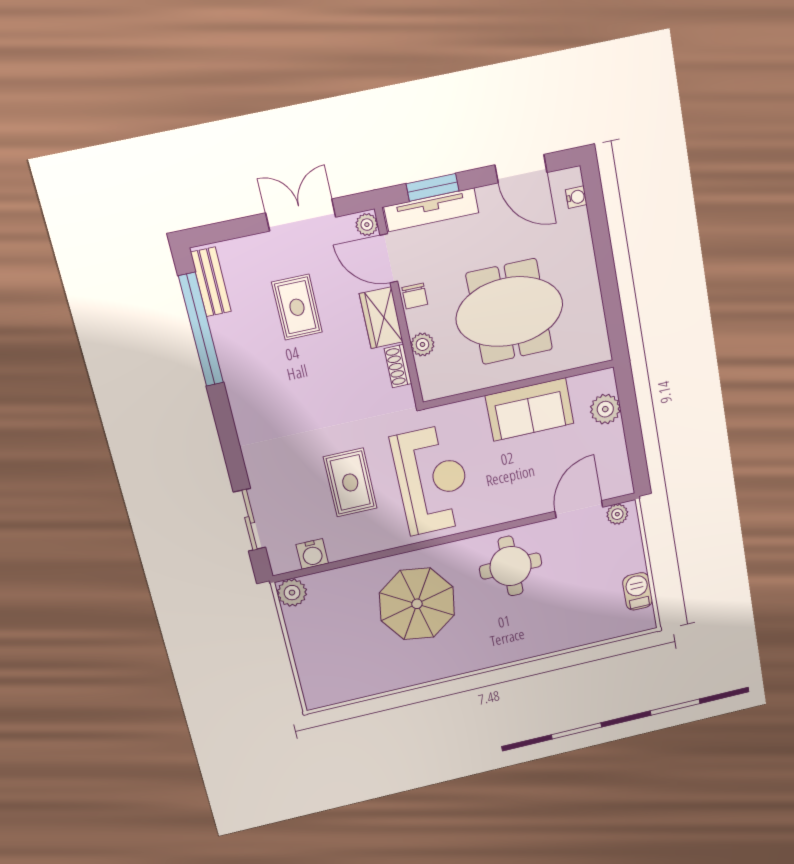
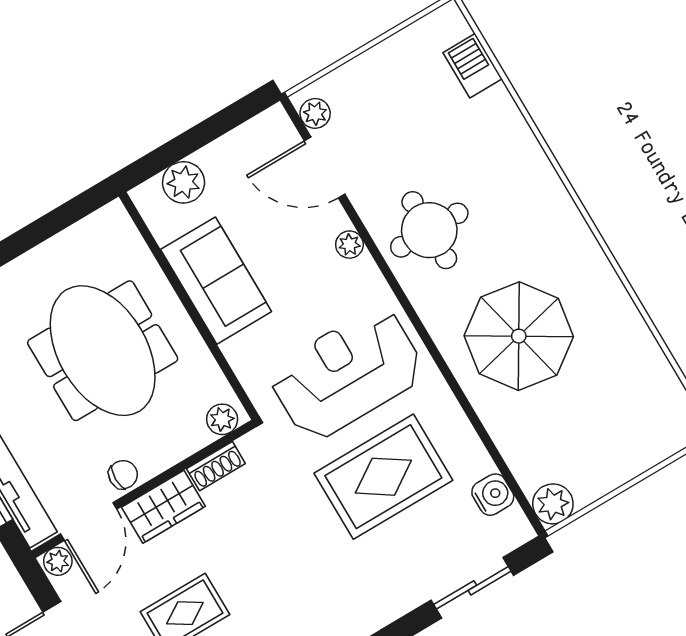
plant: (422, 344) -> (222, 419), moved
rug: (350, 482) -> (383, 477), width x1.36, depth x1.43
plant: (521, 510) -> (349, 245), added
barbecue: (638, 591) -> (472, 66), moved, turned 90

